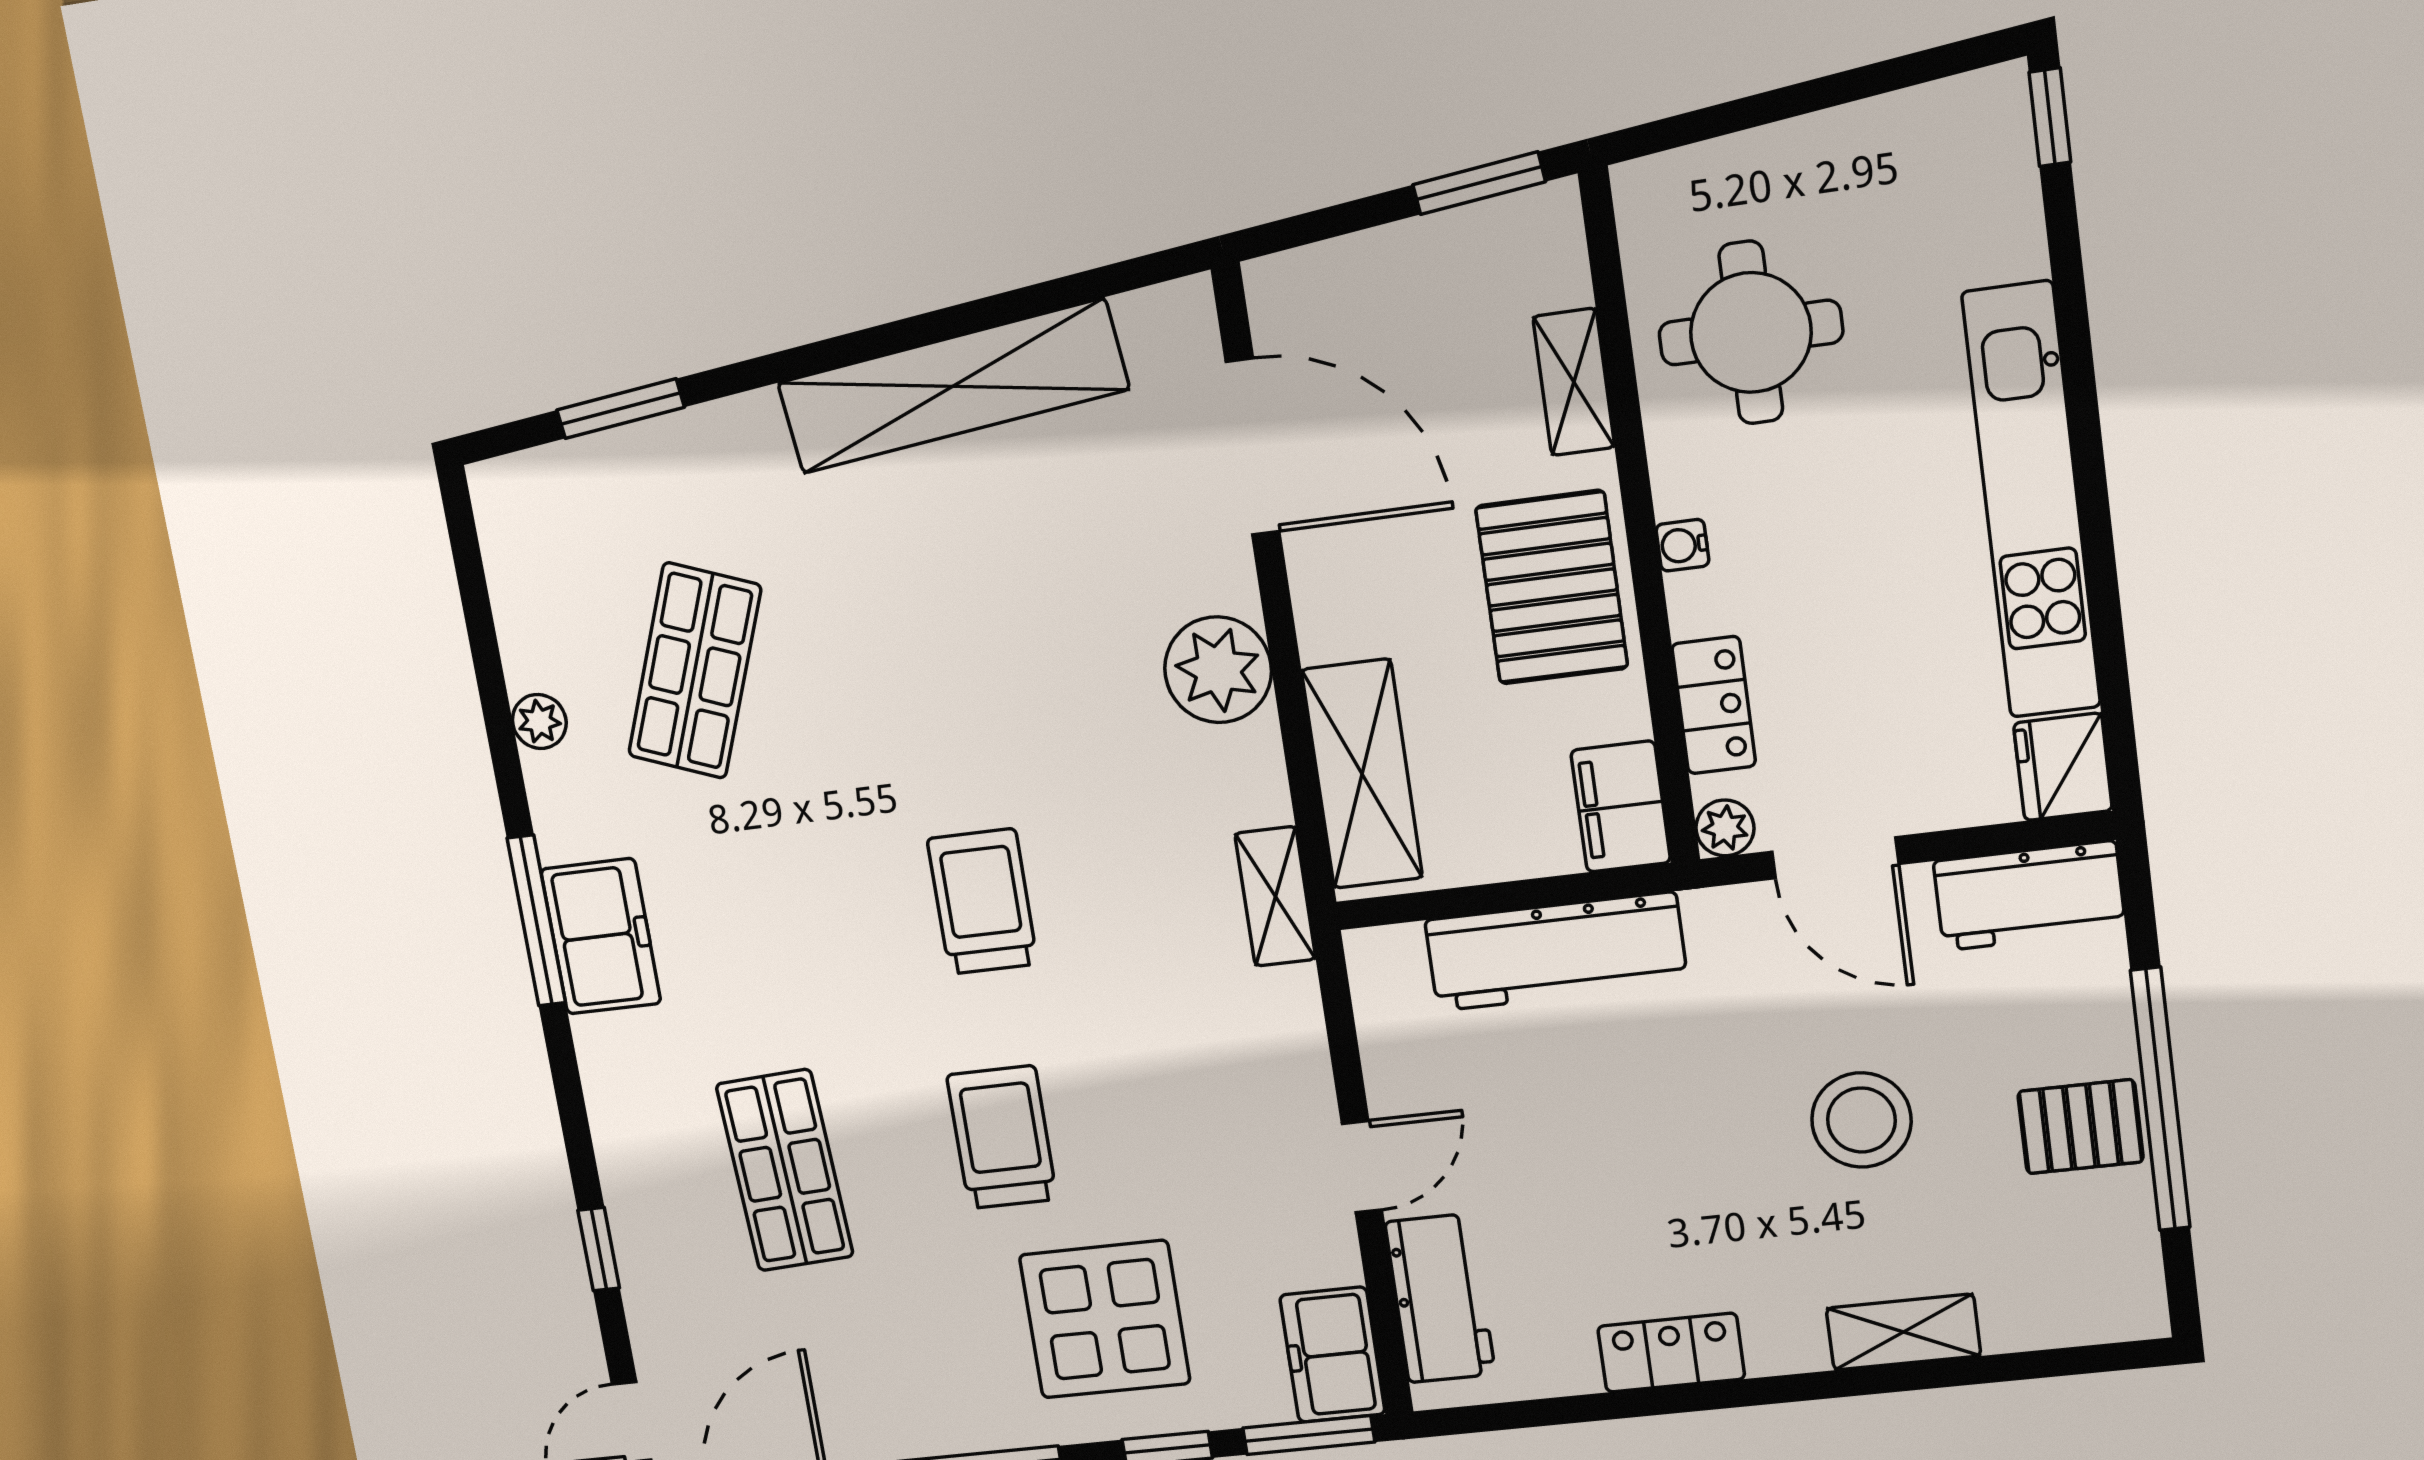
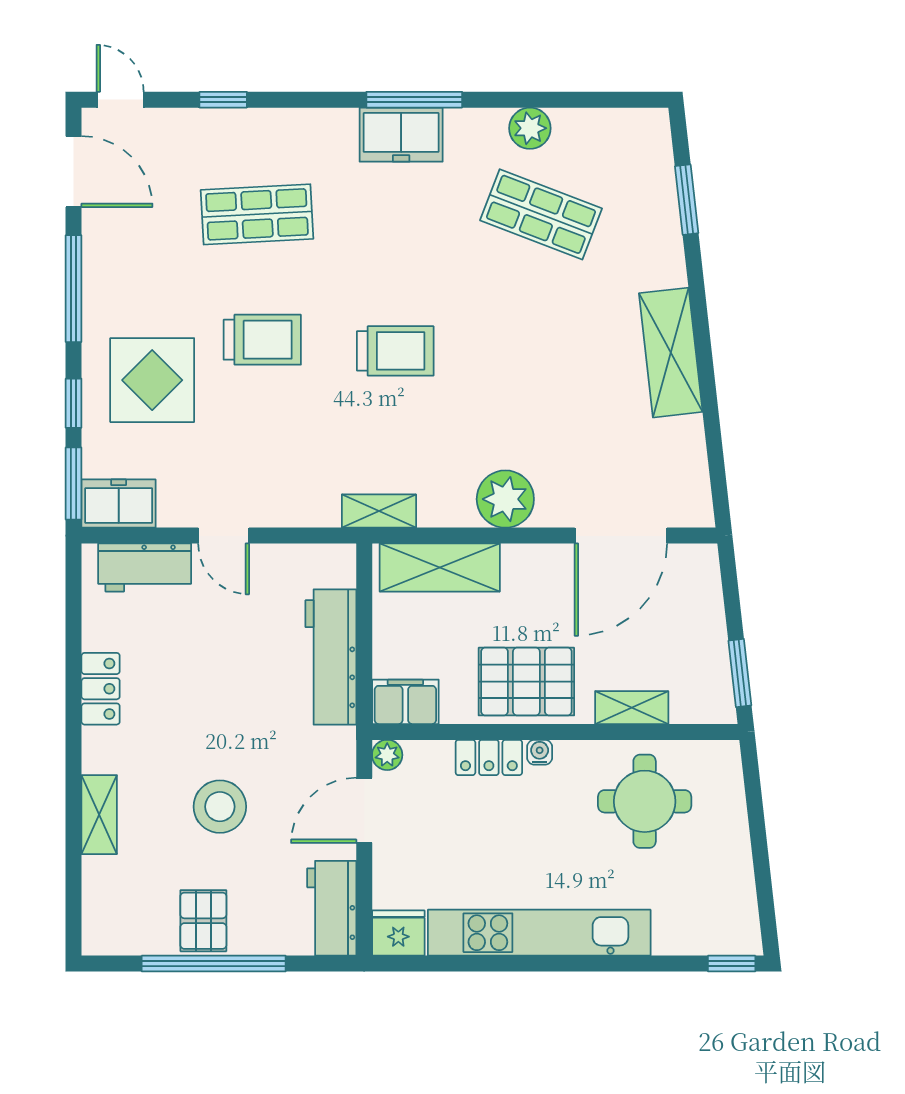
shelving: (953, 386) -> (671, 353), width x0.68
locker: (1714, 705) -> (489, 757), moved
plant: (539, 722) -> (530, 128), width x1.38, depth x1.38

